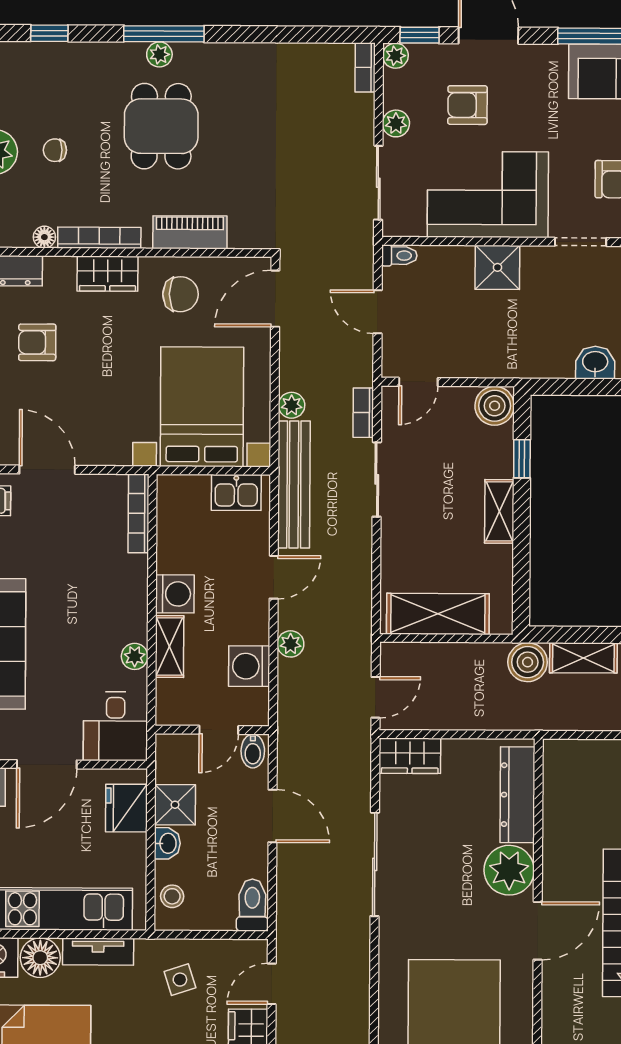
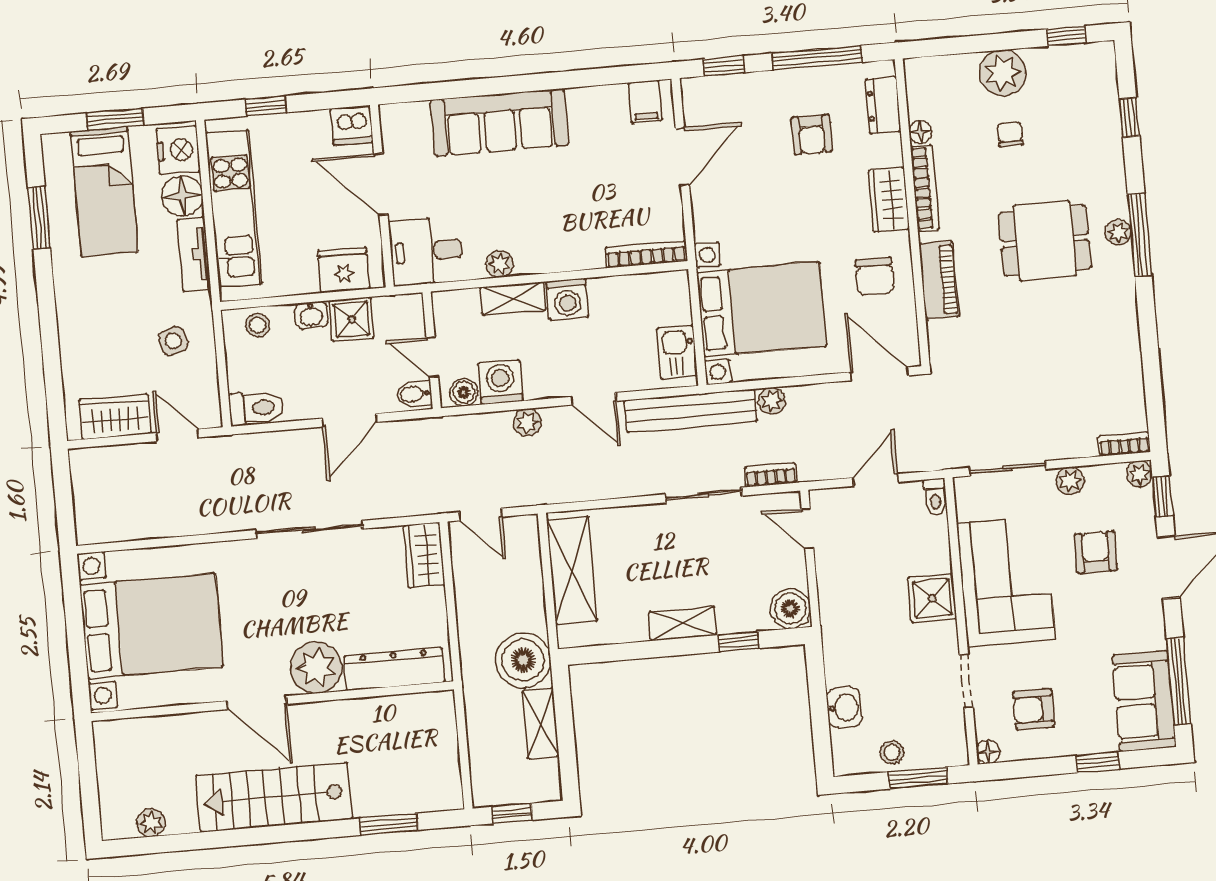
armchair: (37, 342) -> (812, 134), turned 180
boiler: (528, 662) -> (523, 660), width x1.37, depth x1.37
boiler: (256, 703) -> (464, 392), added

